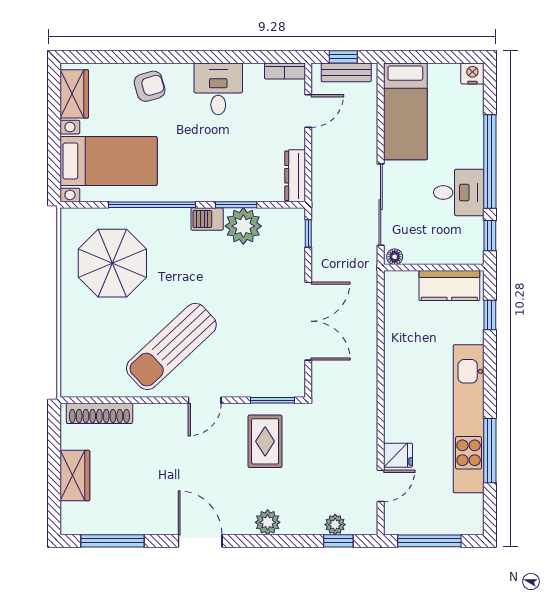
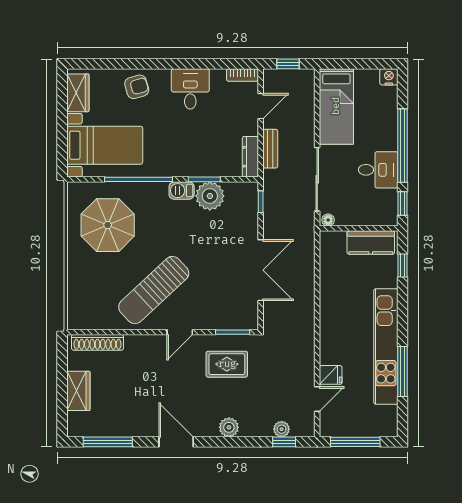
bench: (346, 72) -> (270, 149), moved, turned 90
rug: (265, 441) -> (227, 364), turned 90

